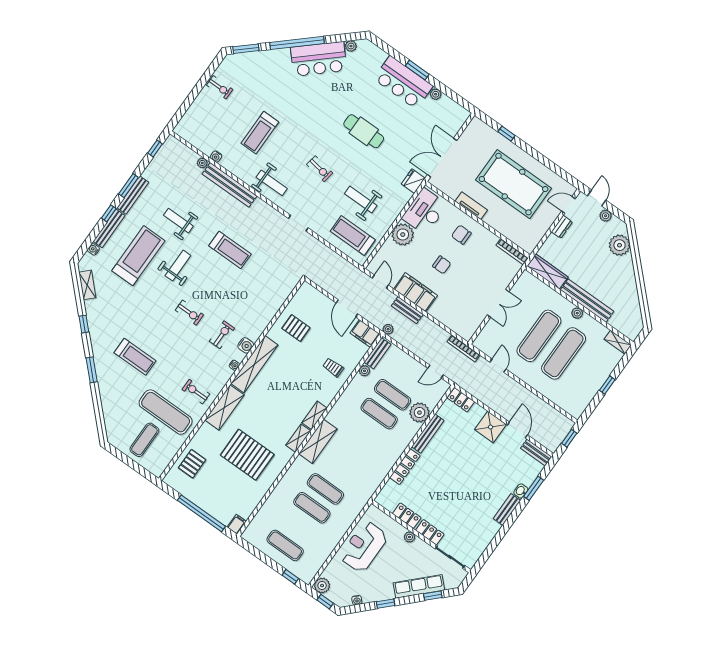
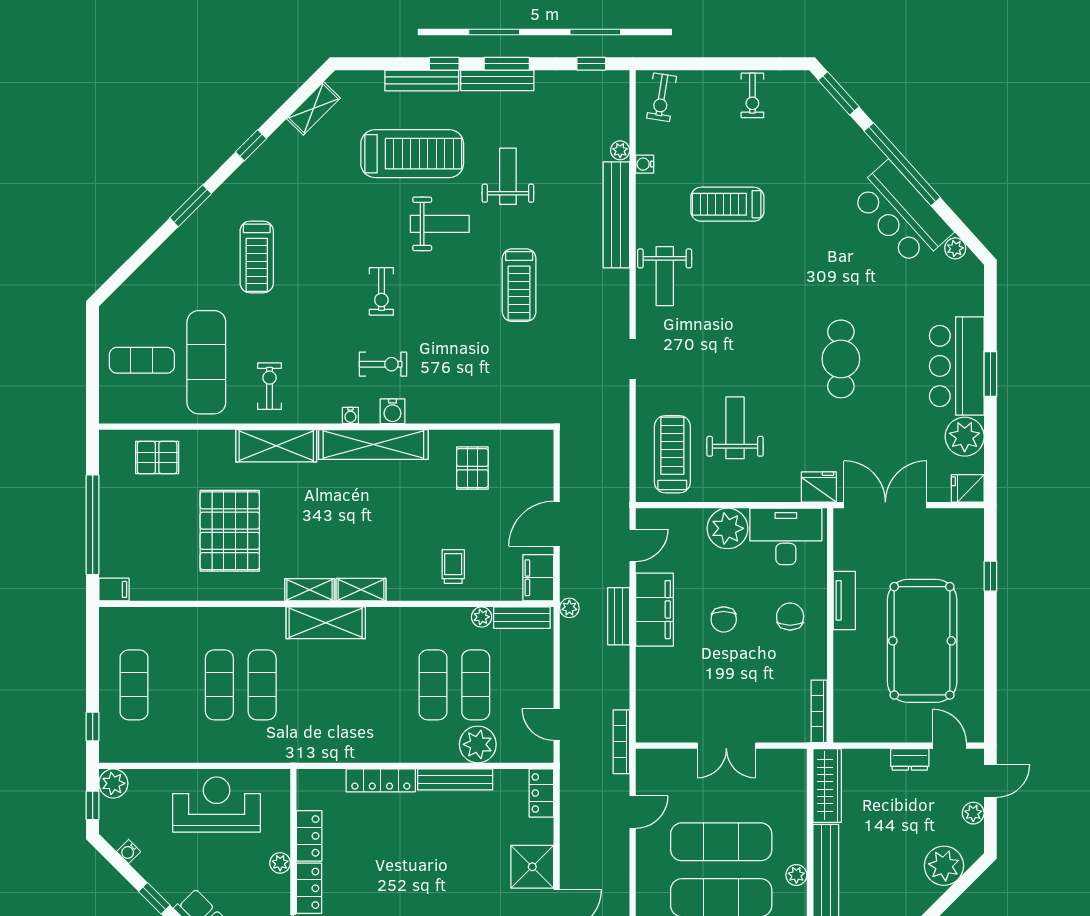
plant: (436, 94) -> (965, 437), width x1.88, depth x1.88
fridge: (461, 116) -> (968, 488), added
exercise bike: (320, 169) -> (662, 97), moved
water cooler: (93, 249) -> (374, 79), removed

